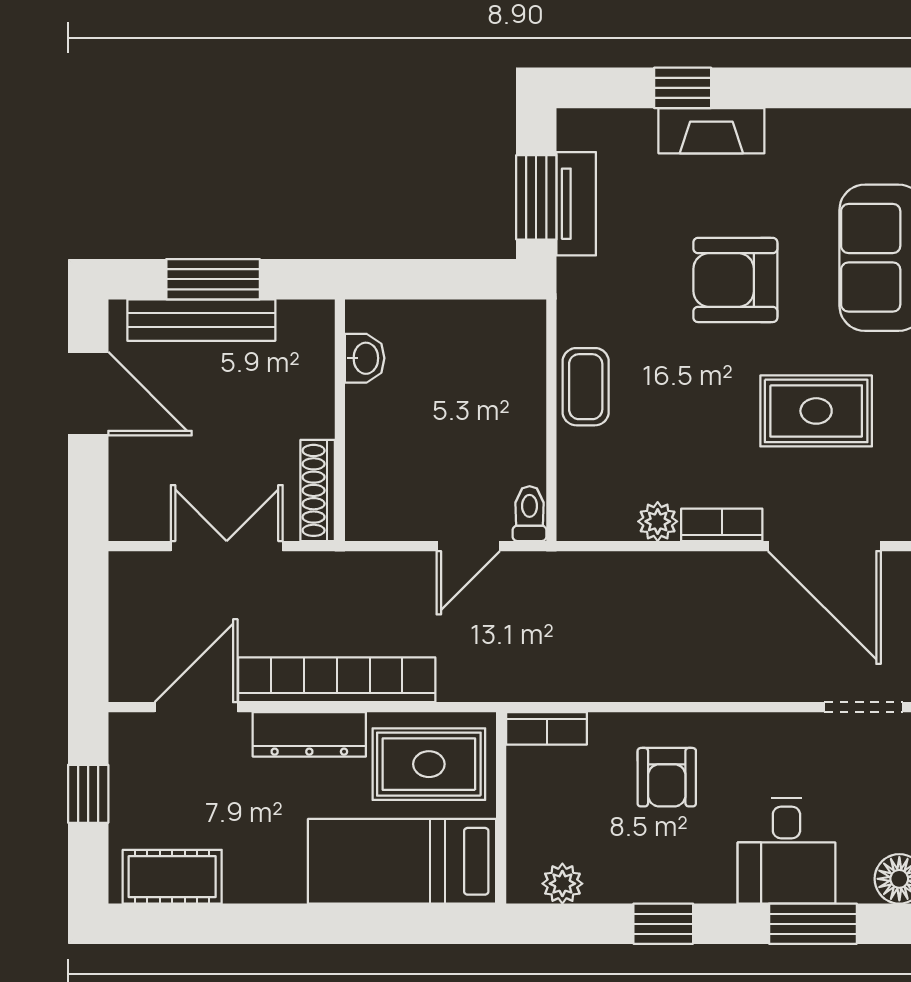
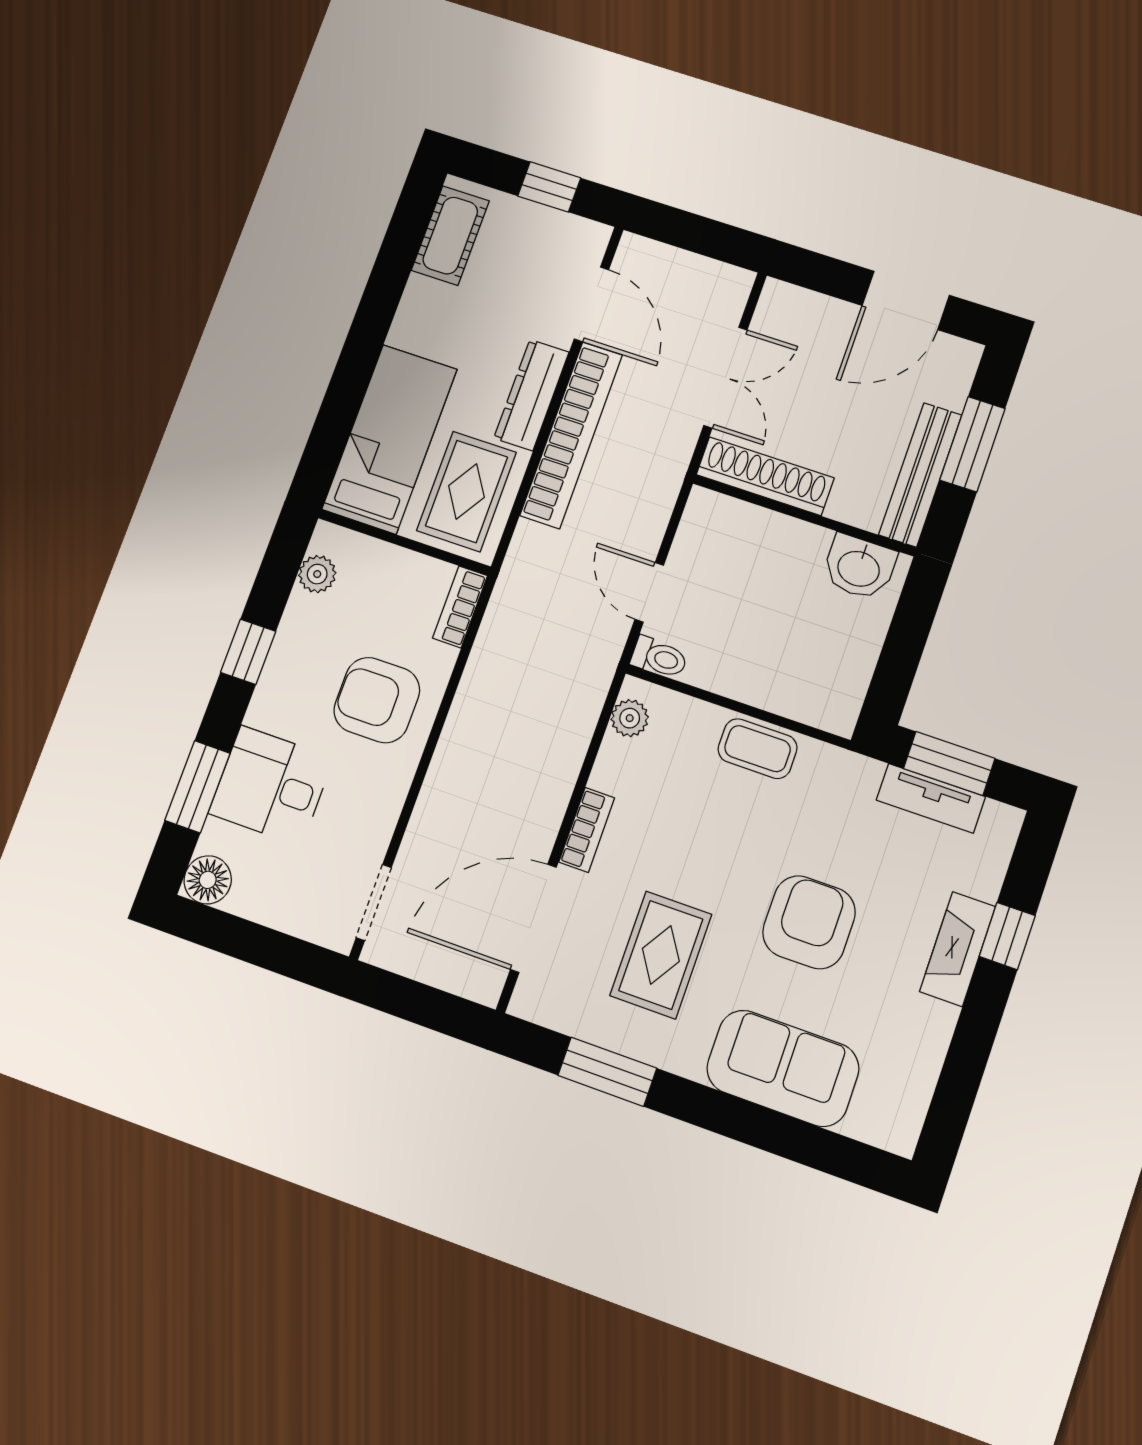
bench: (201, 320) -> (920, 475), moved
washbasin: (365, 358) -> (859, 567), width x1.38, depth x1.45
shoe rack: (318, 490) -> (765, 476), width x1.36, depth x1.24
plant: (658, 521) -> (630, 718), moved
armchair: (667, 777) -> (377, 700), width x1.38, depth x1.38

